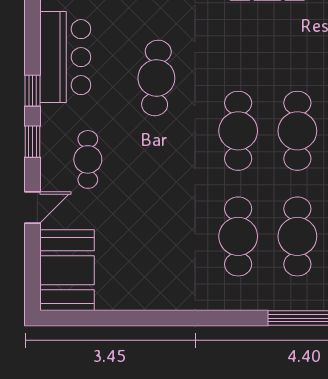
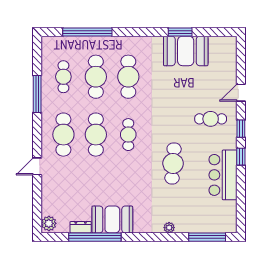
cafe table: (238, 131) -> (128, 135), width x0.73, depth x0.74
cafe table: (88, 159) -> (211, 119), turned 90
booth: (67, 270) -> (186, 51), moved, turned 90
window: (143, 318) -> (180, 32), added

